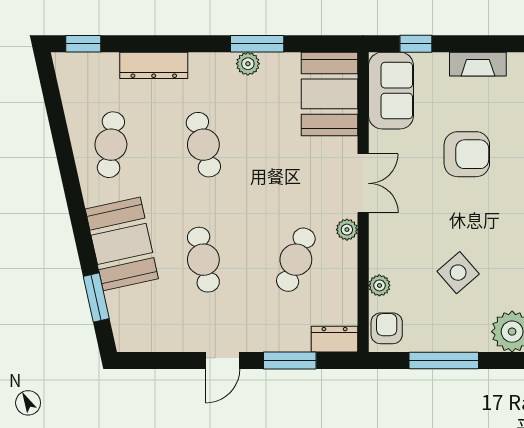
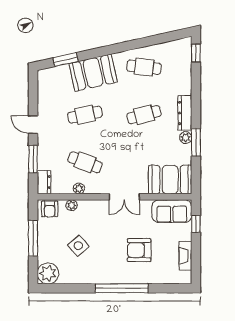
dresser: (154, 65) -> (185, 113), moved
armchair: (467, 154) -> (139, 250), turned 90
plant: (347, 230) -> (79, 188), moved
armchair: (387, 328) -> (50, 209), turned 90

